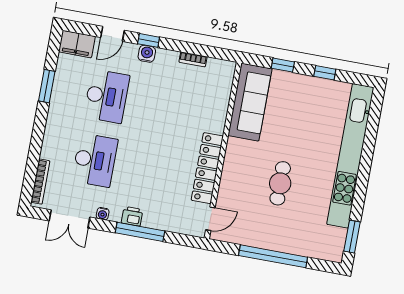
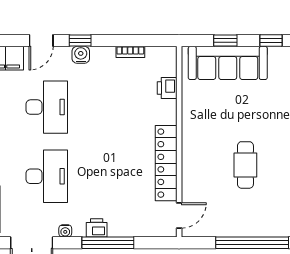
printer: (221, 99) -> (167, 88), added
sofa: (250, 102) -> (228, 63), moved, turned 90

